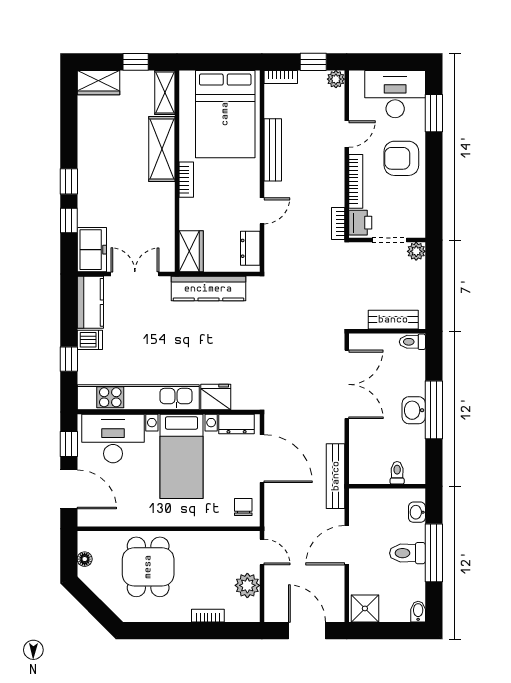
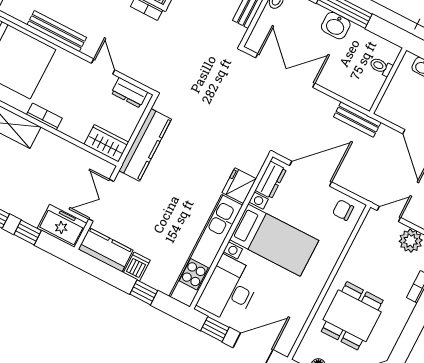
bench: (336, 476) -> (357, 120), width x0.73
dining table: (148, 567) -> (352, 316), turned 90

